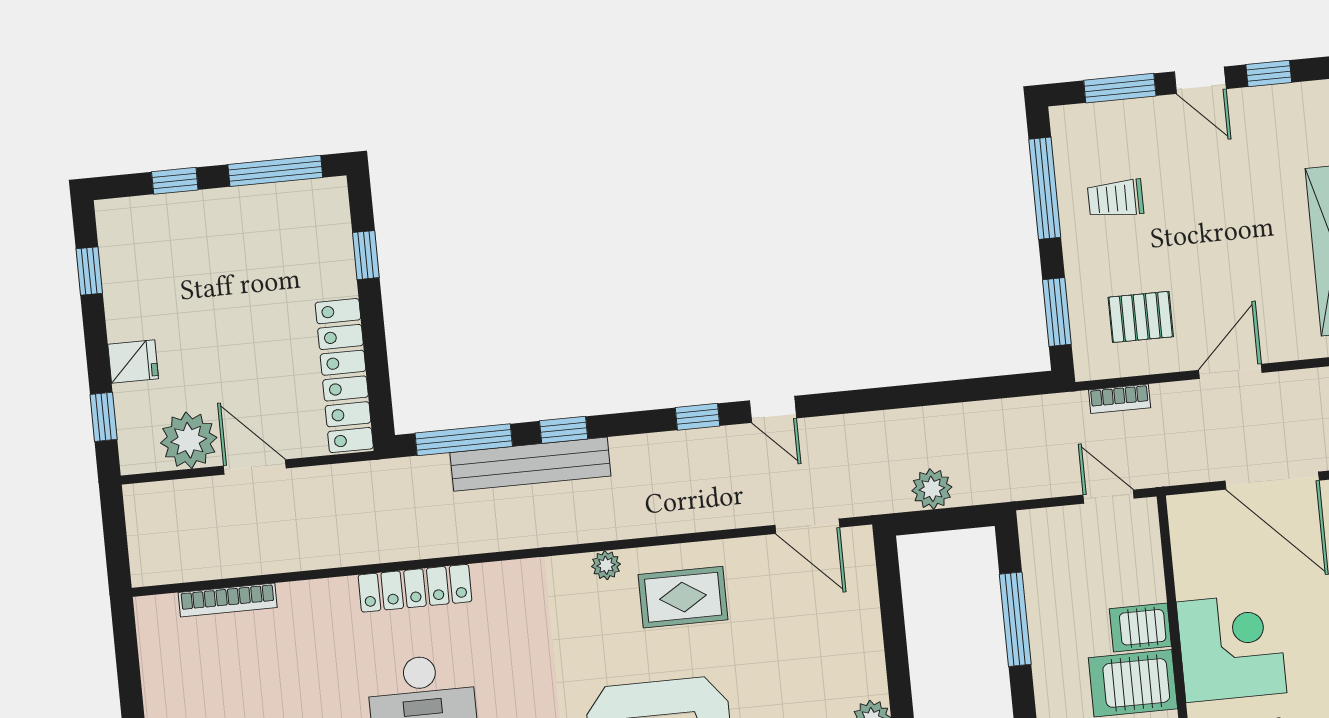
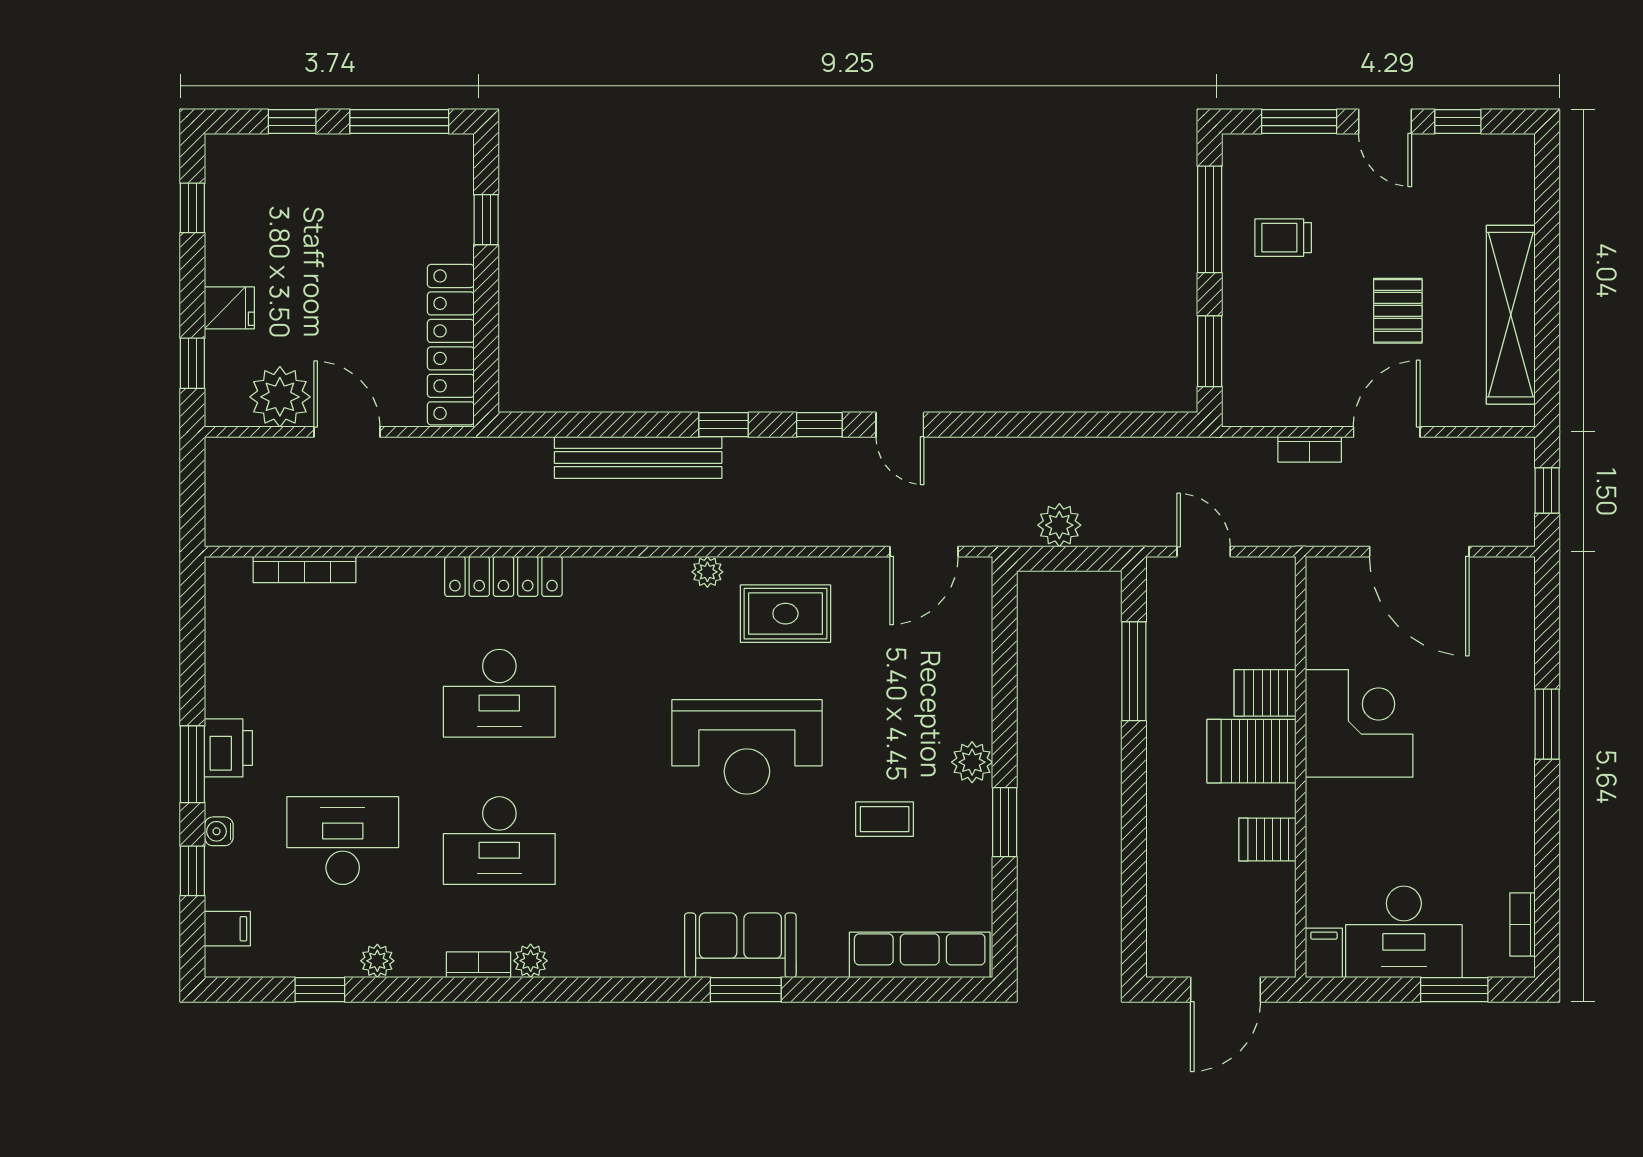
pallet: (1141, 317) -> (1398, 311), moved, turned 90
bookcase: (1120, 399) -> (1310, 449), moved
window: (564, 430) -> (724, 425), moved
window: (464, 440) -> (570, 425), removed
door: (1109, 497) -> (1204, 552), moved
door: (807, 526) -> (924, 552), hinge flipped

